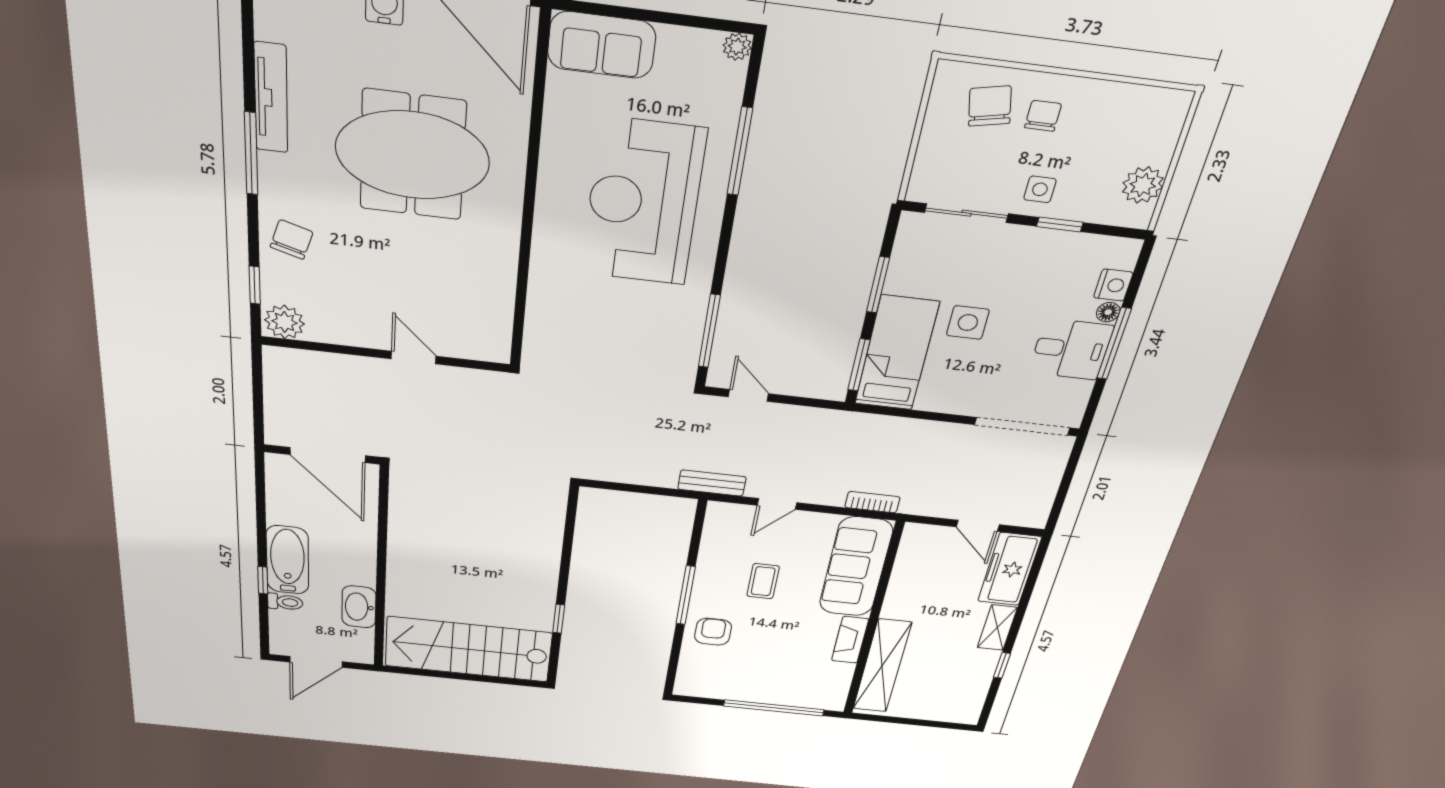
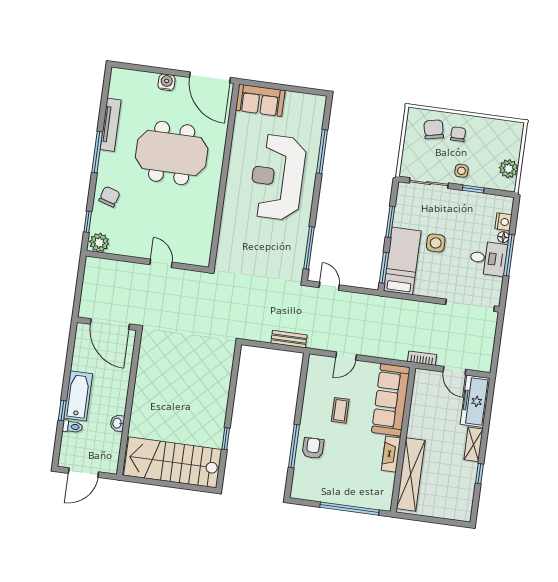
plant: (737, 47) -> (320, 101), removed
bench: (712, 483) -> (289, 339), moved
bookcase: (872, 502) -> (422, 358), moved
window: (686, 595) -> (294, 446), moved
washbasin: (359, 607) -> (117, 423), width x0.52, depth x0.69

